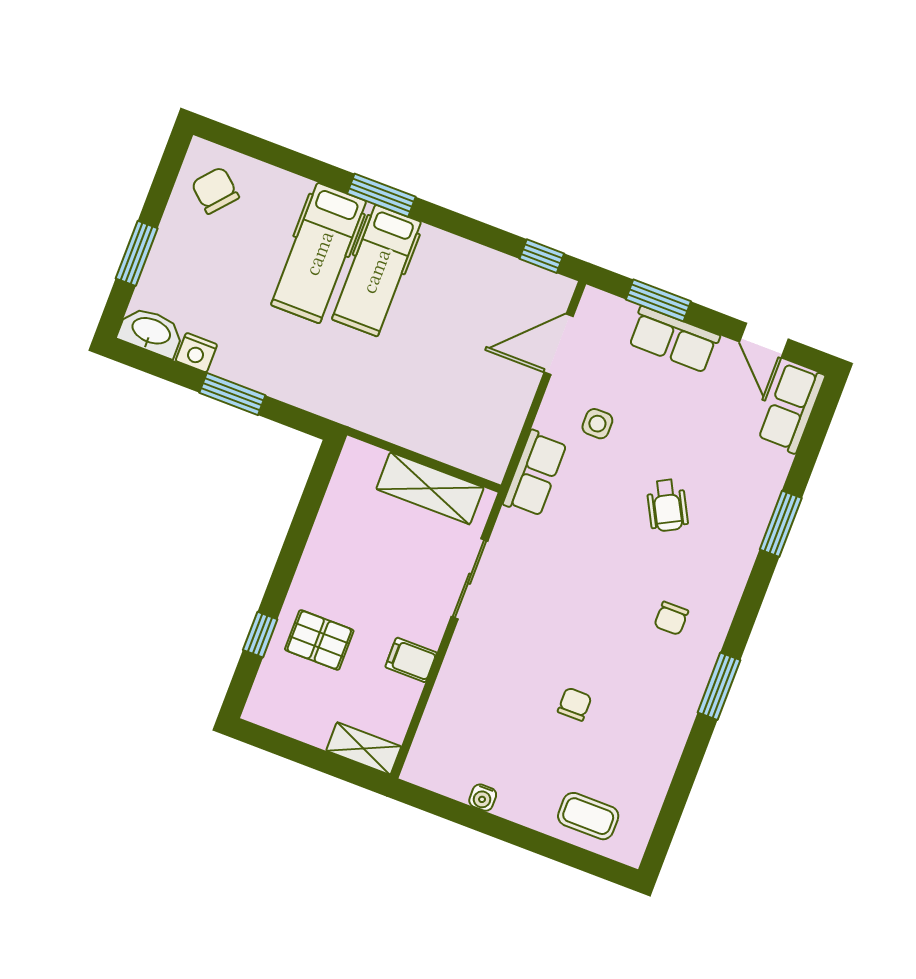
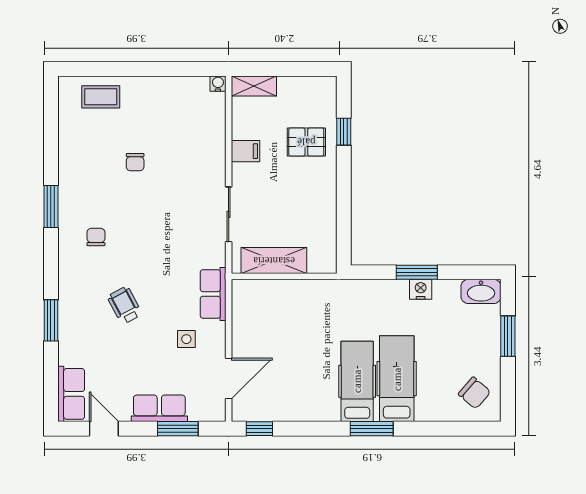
nightstand: (196, 353) -> (421, 289), moved
water cooler: (483, 798) -> (218, 84), moved

